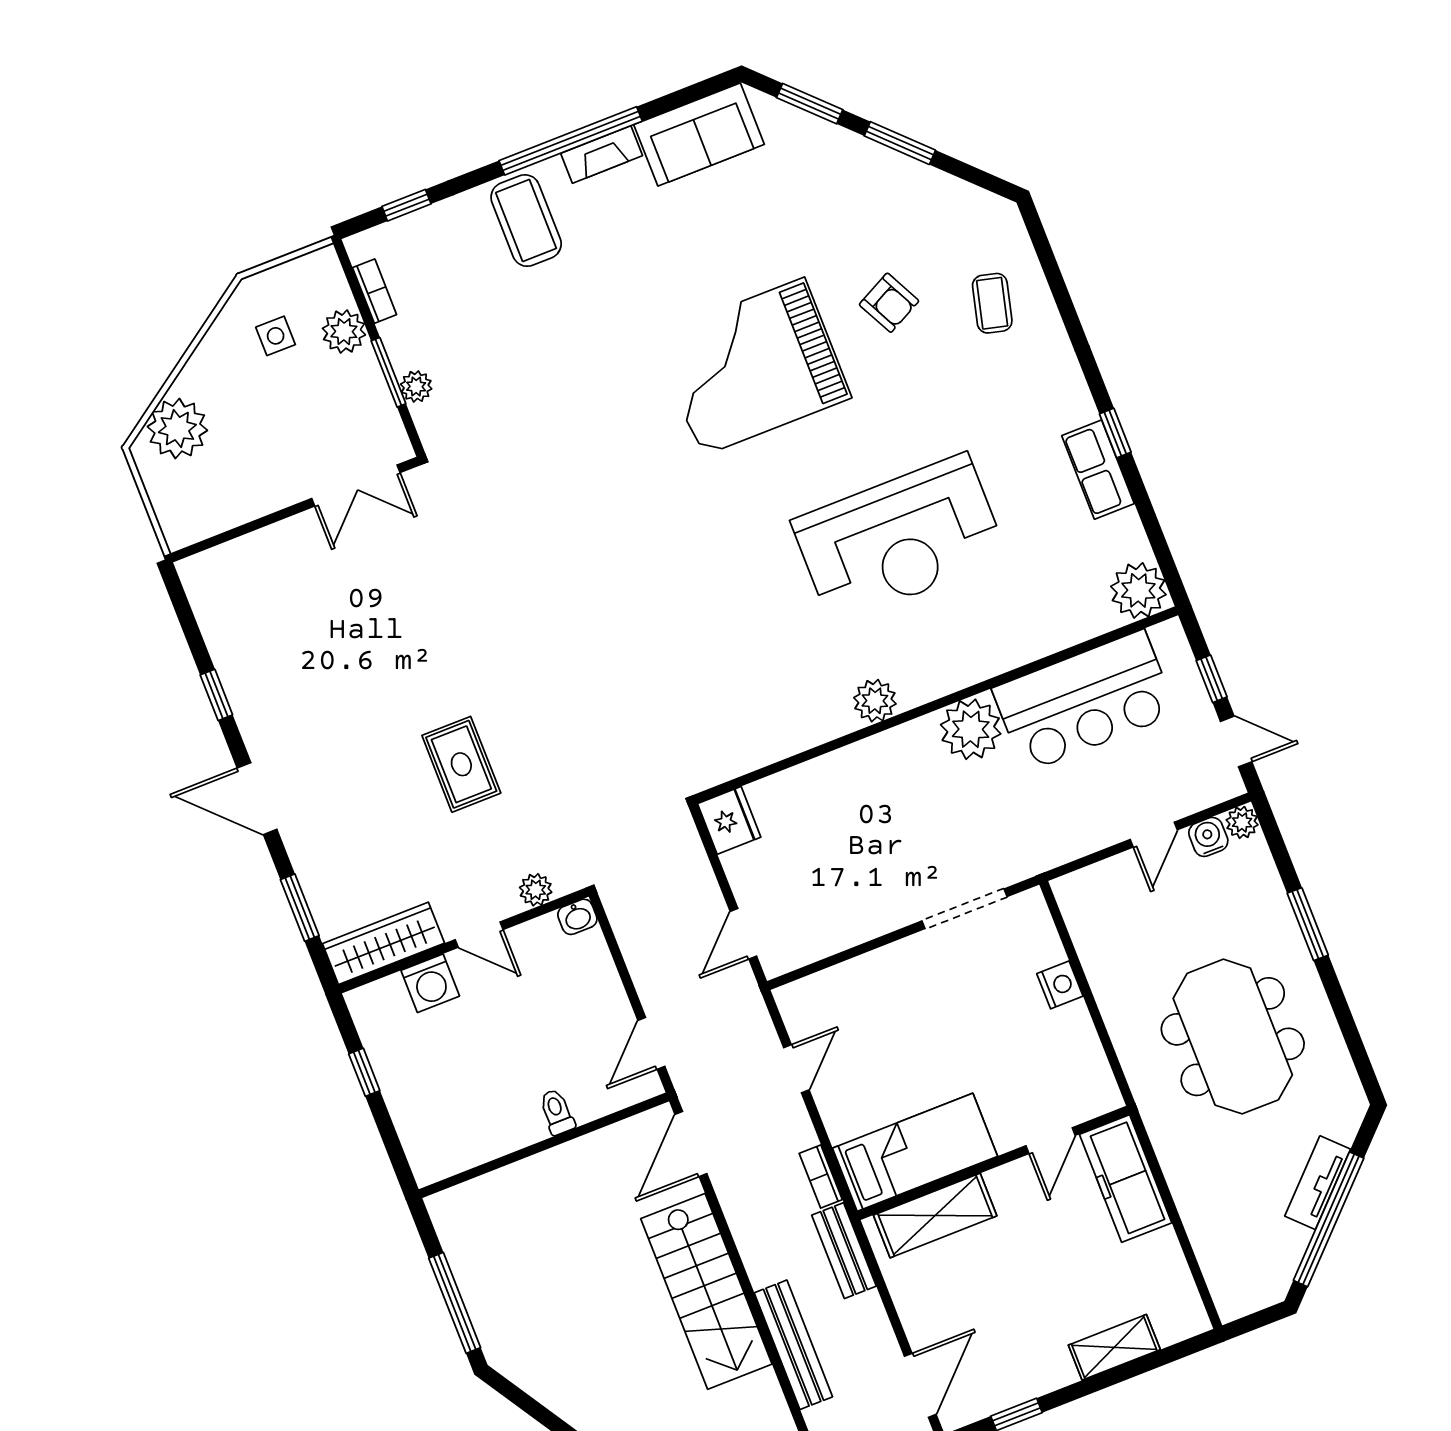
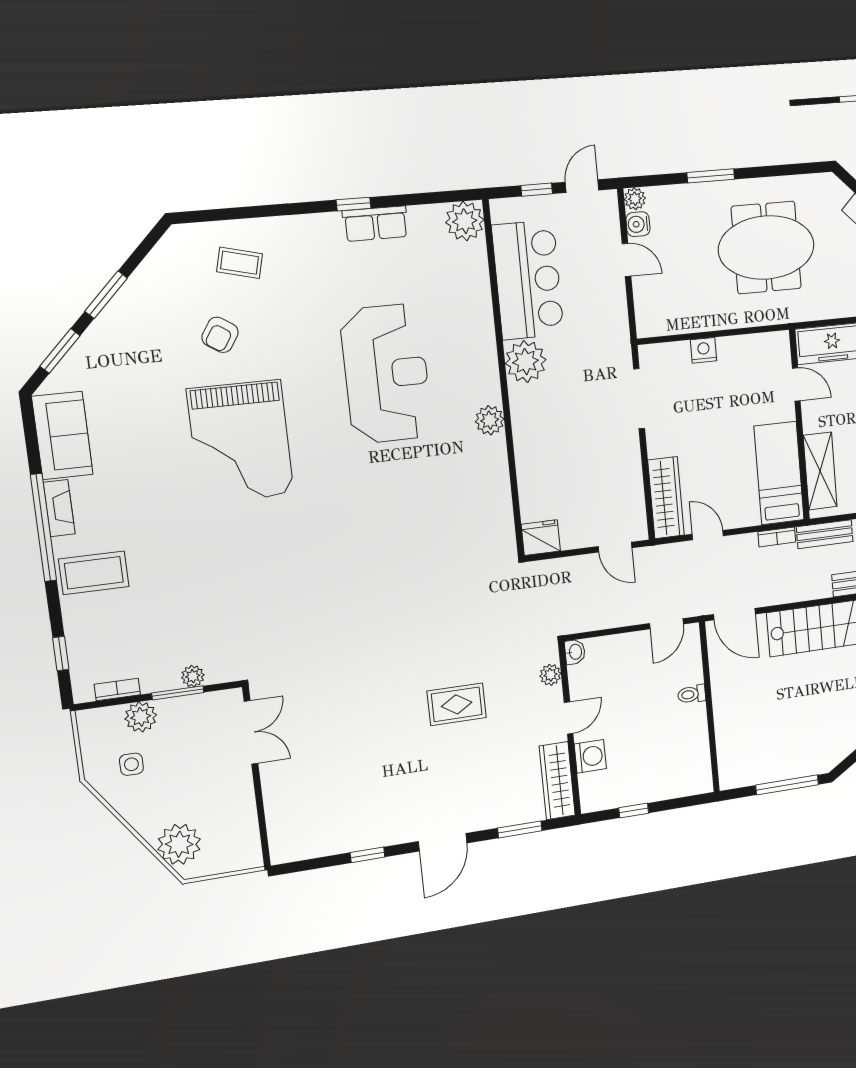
armchair: (889, 303) -> (220, 335), turned 150
wardrobe: (834, 990) -> (666, 498), added
door: (651, 1043) -> (667, 624), hinge flipped

